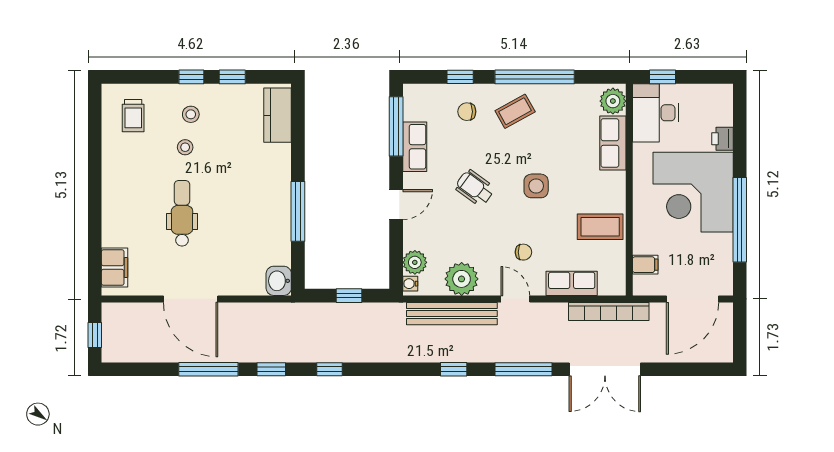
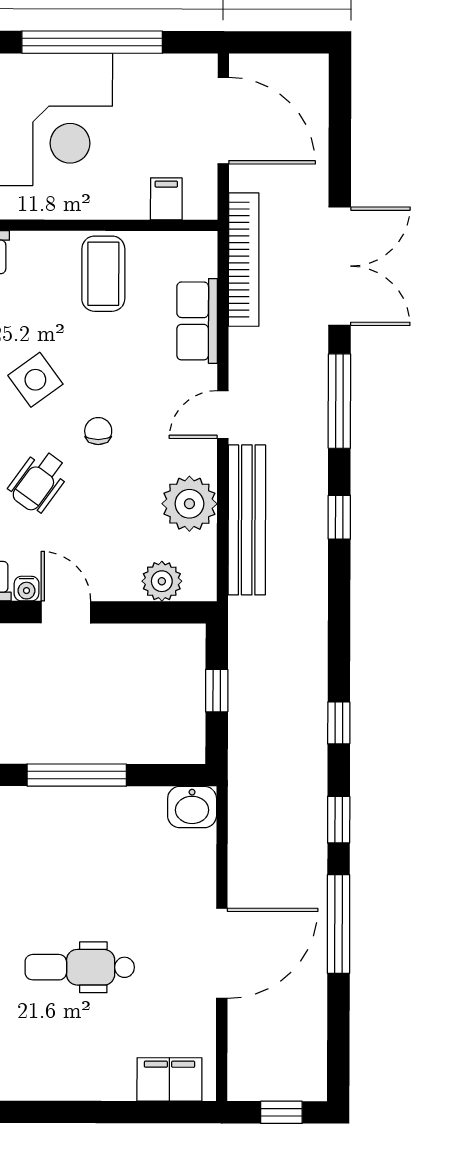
side table: (536, 186) -> (35, 380), turned -36
chair: (523, 252) -> (98, 431), moved
water cooler: (410, 284) -> (27, 589), moved

